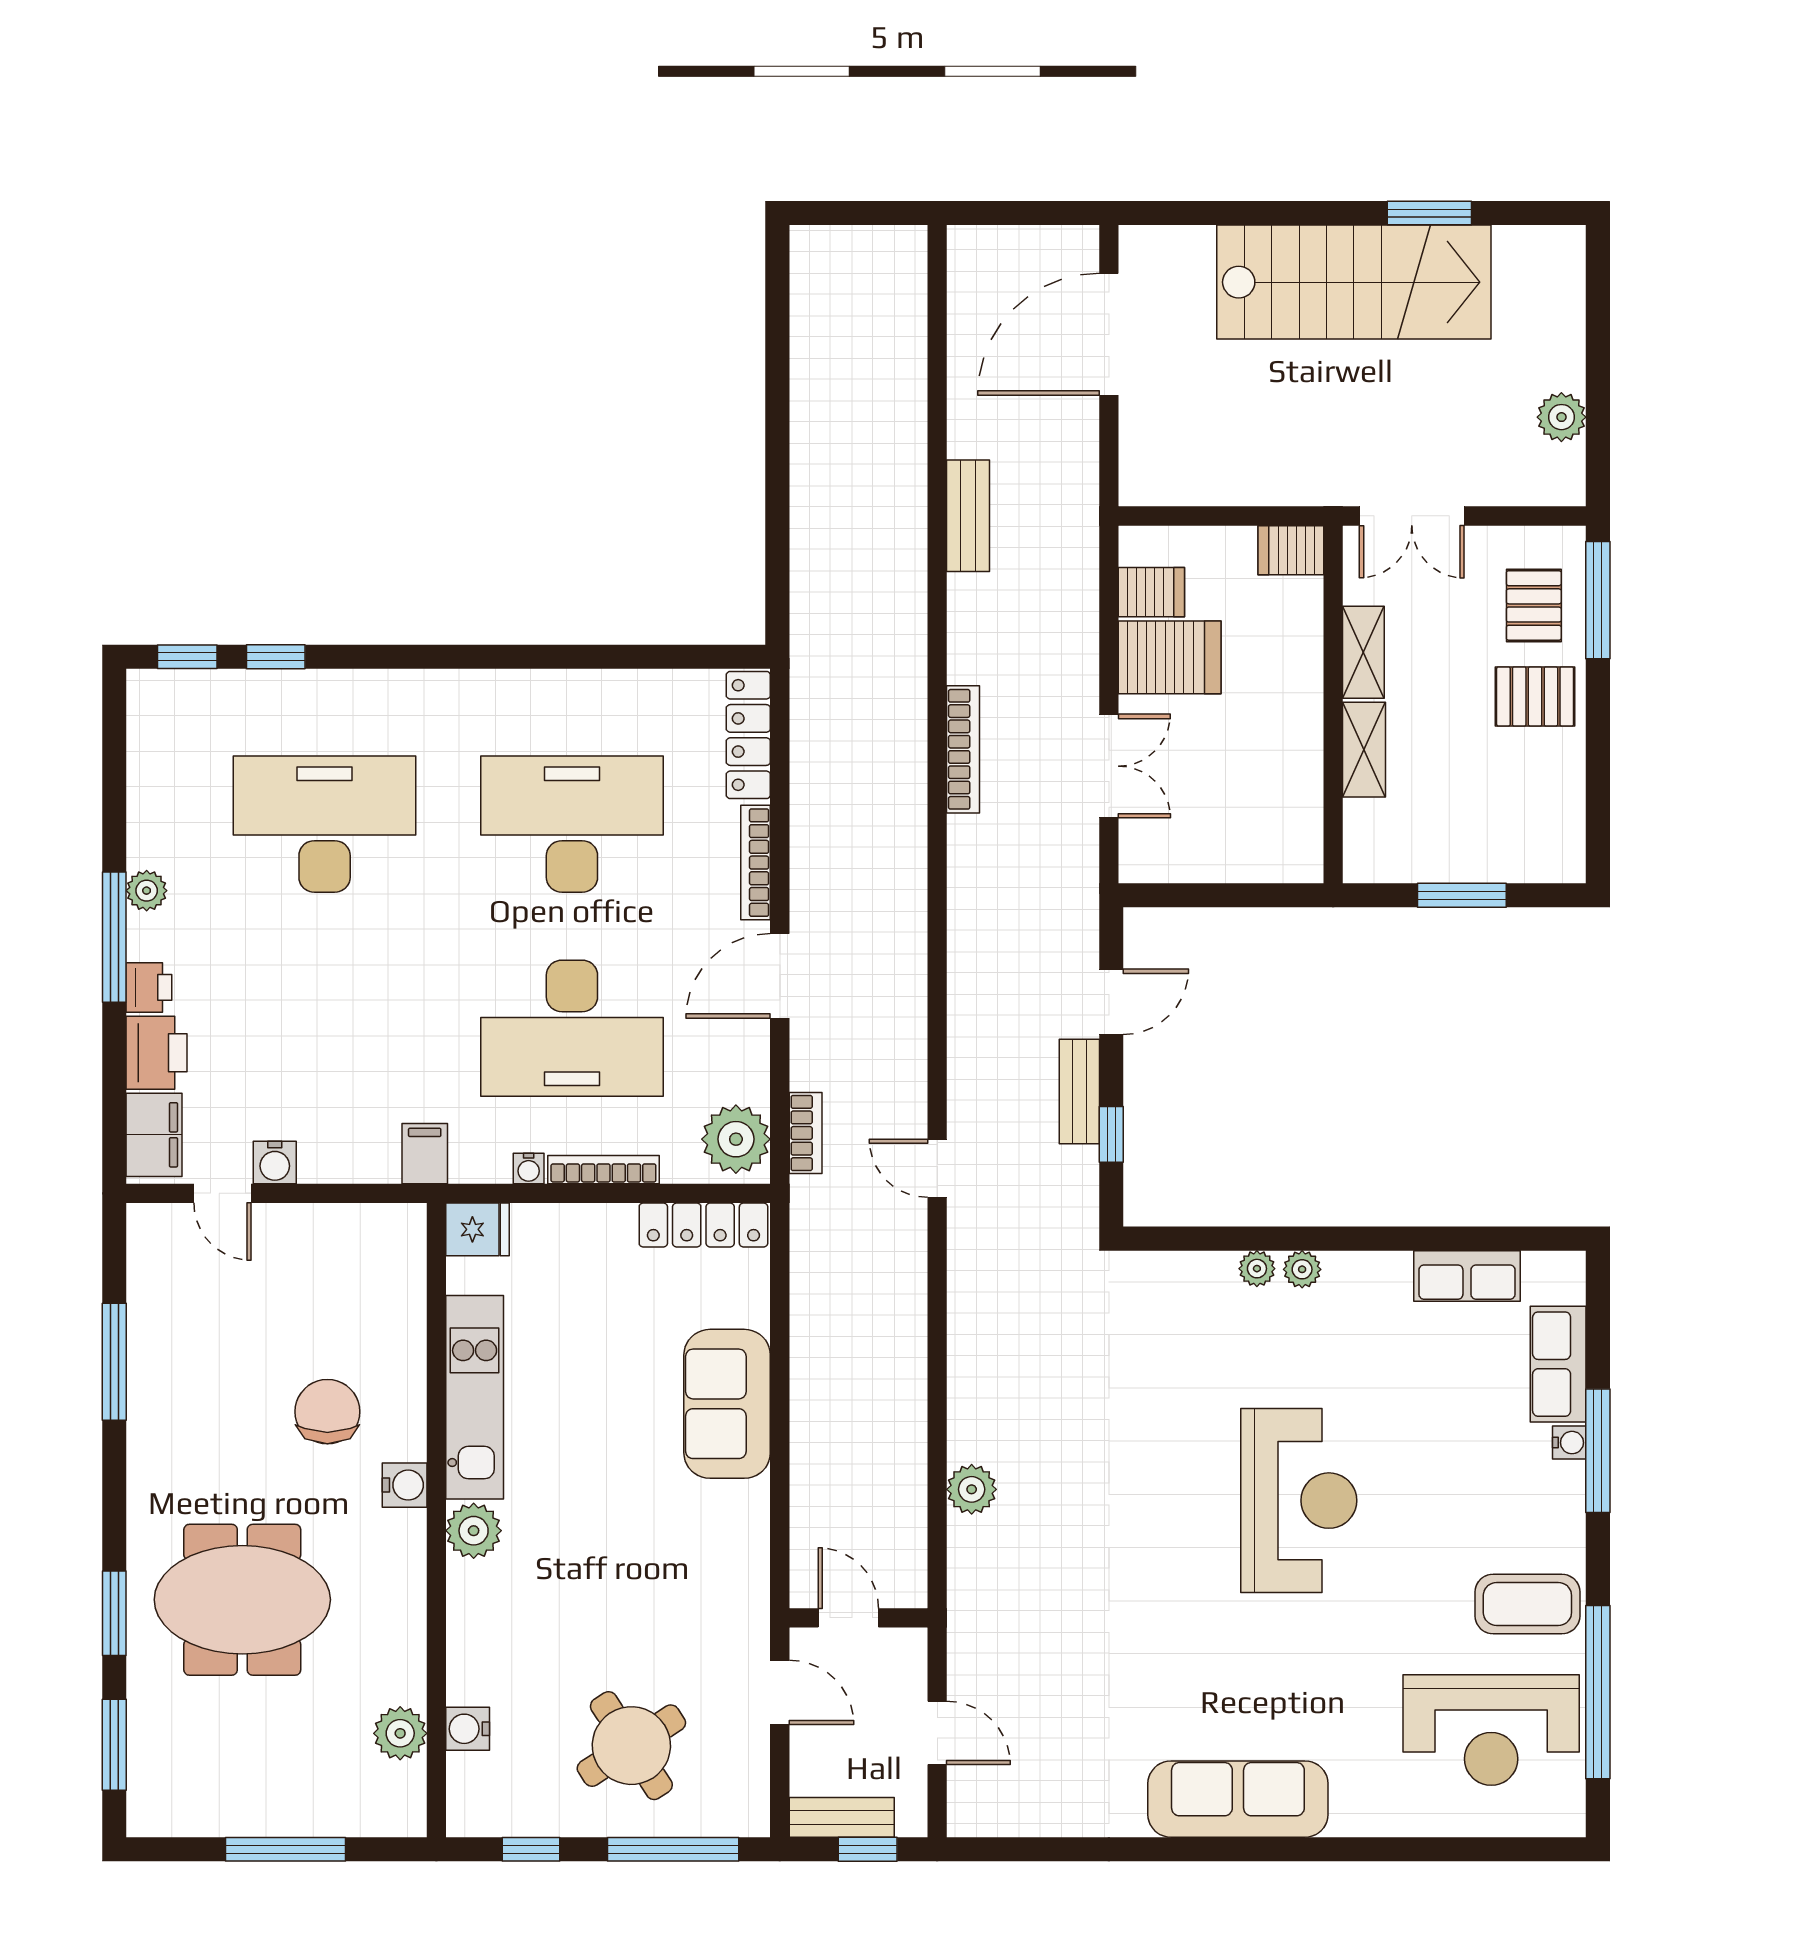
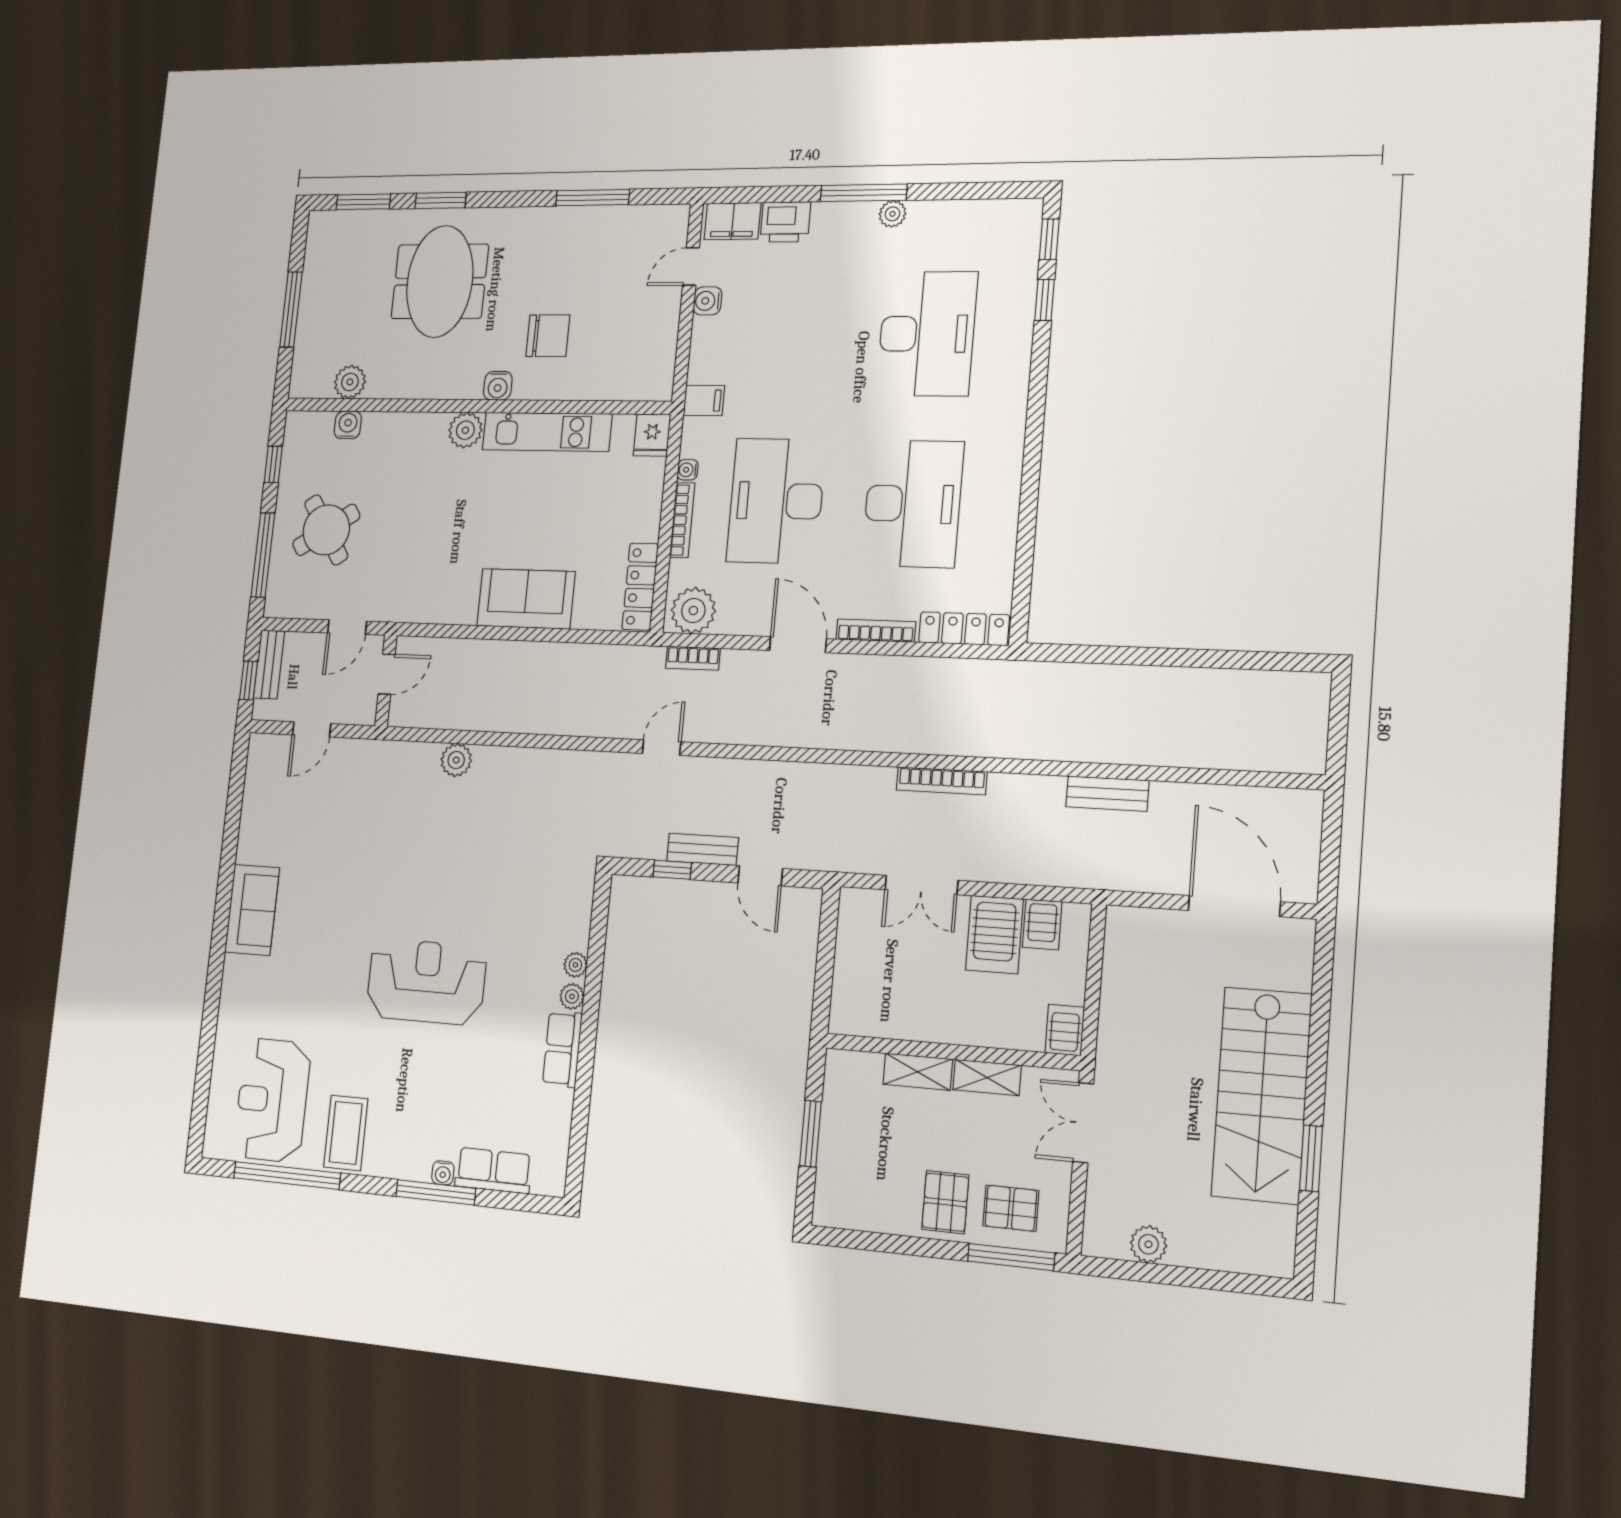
printer: (149, 987) -> (828, 216), removed
row of seats: (1467, 1276) -> (562, 1049), moved
reception desk: (1299, 1501) -> (426, 982), turned 180
sofa: (1238, 1799) -> (252, 910), width x0.73

